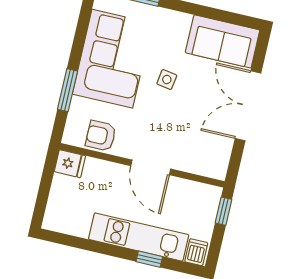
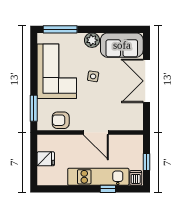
plant: (178, 23) -> (92, 40), added
window: (67, 90) -> (34, 108), moved
fridge: (70, 164) -> (46, 159), moved
window: (223, 211) -> (147, 162), moved

